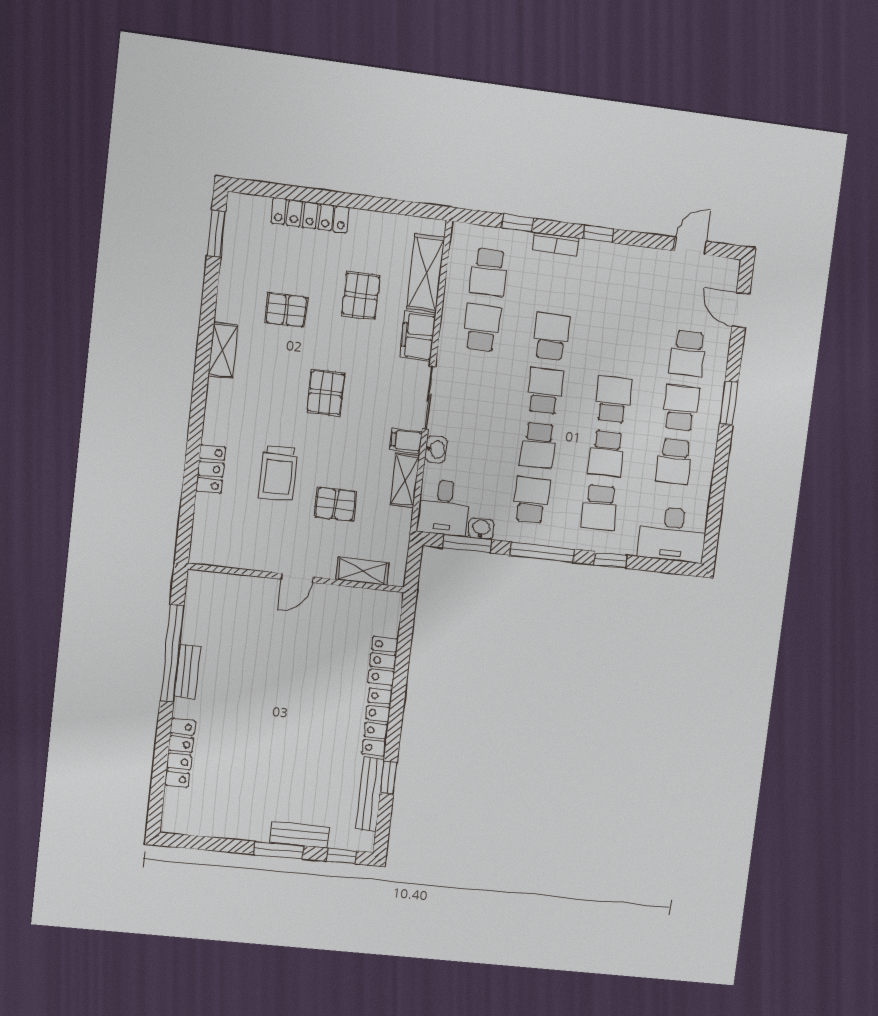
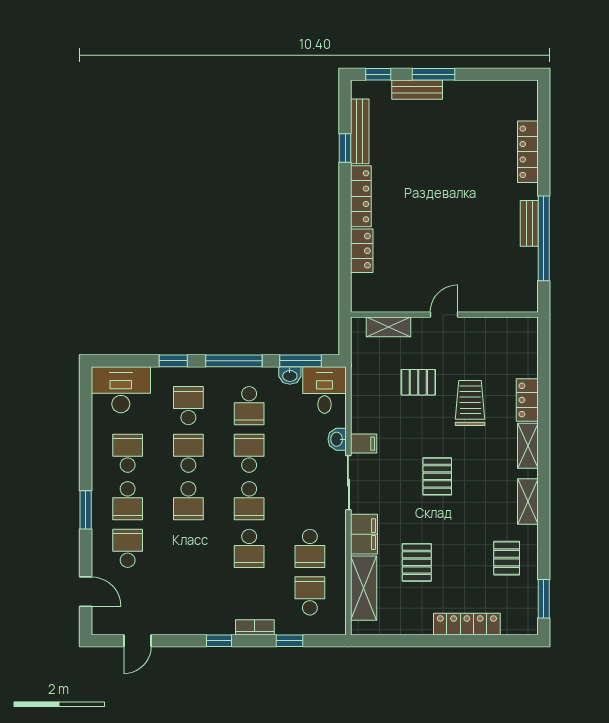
pallet: (286, 310) -> (507, 558), moved, turned 90
shelving: (405, 480) -> (528, 446), moved

